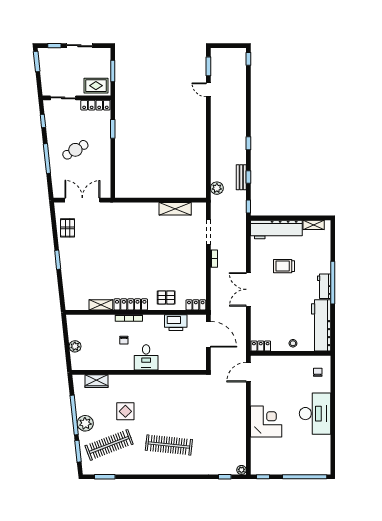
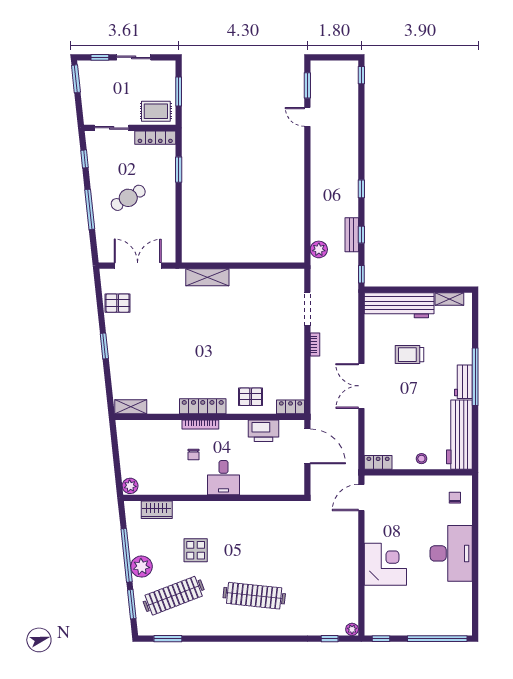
shelving: (175, 209) -> (207, 277), moved
pallet: (68, 228) -> (118, 303), turned 90
shelving: (101, 305) -> (131, 407), moved
plant: (75, 346) -> (130, 486), moved

